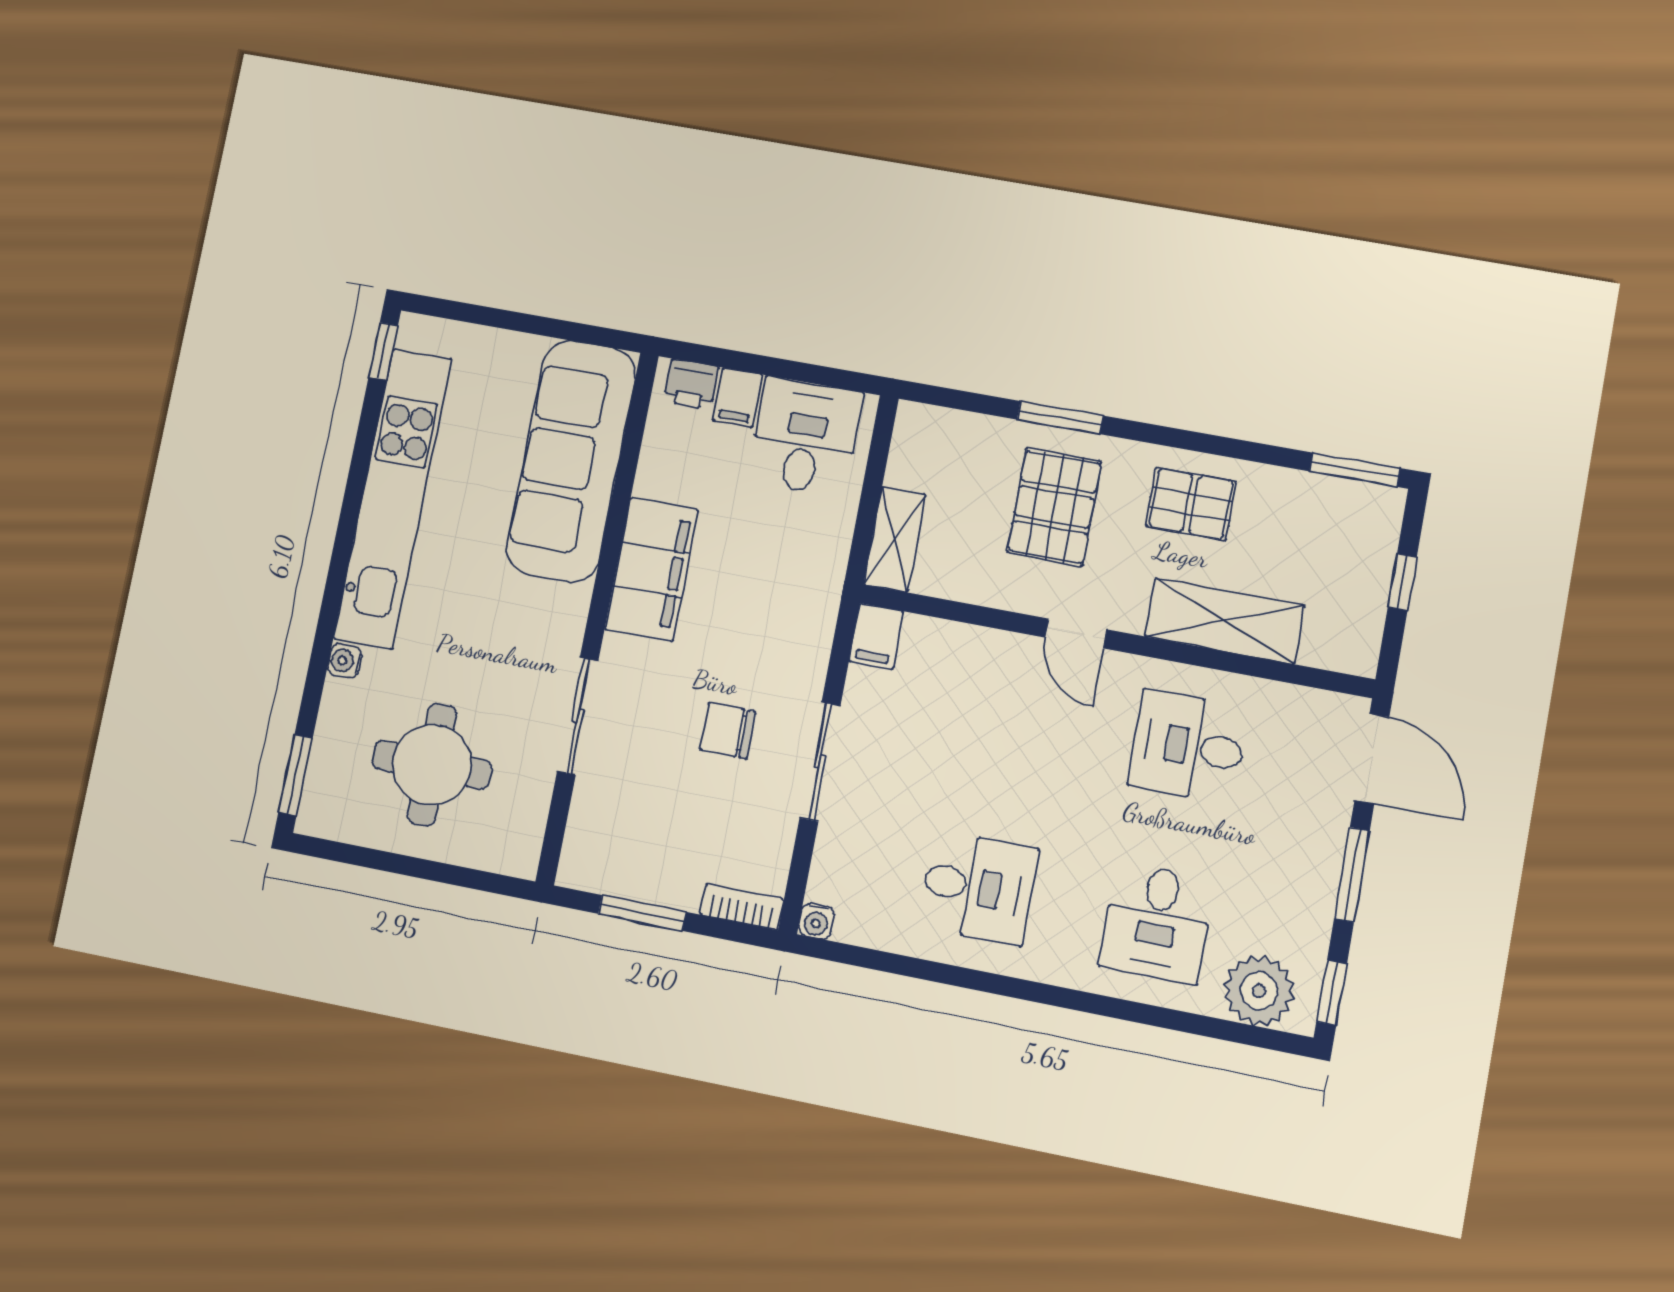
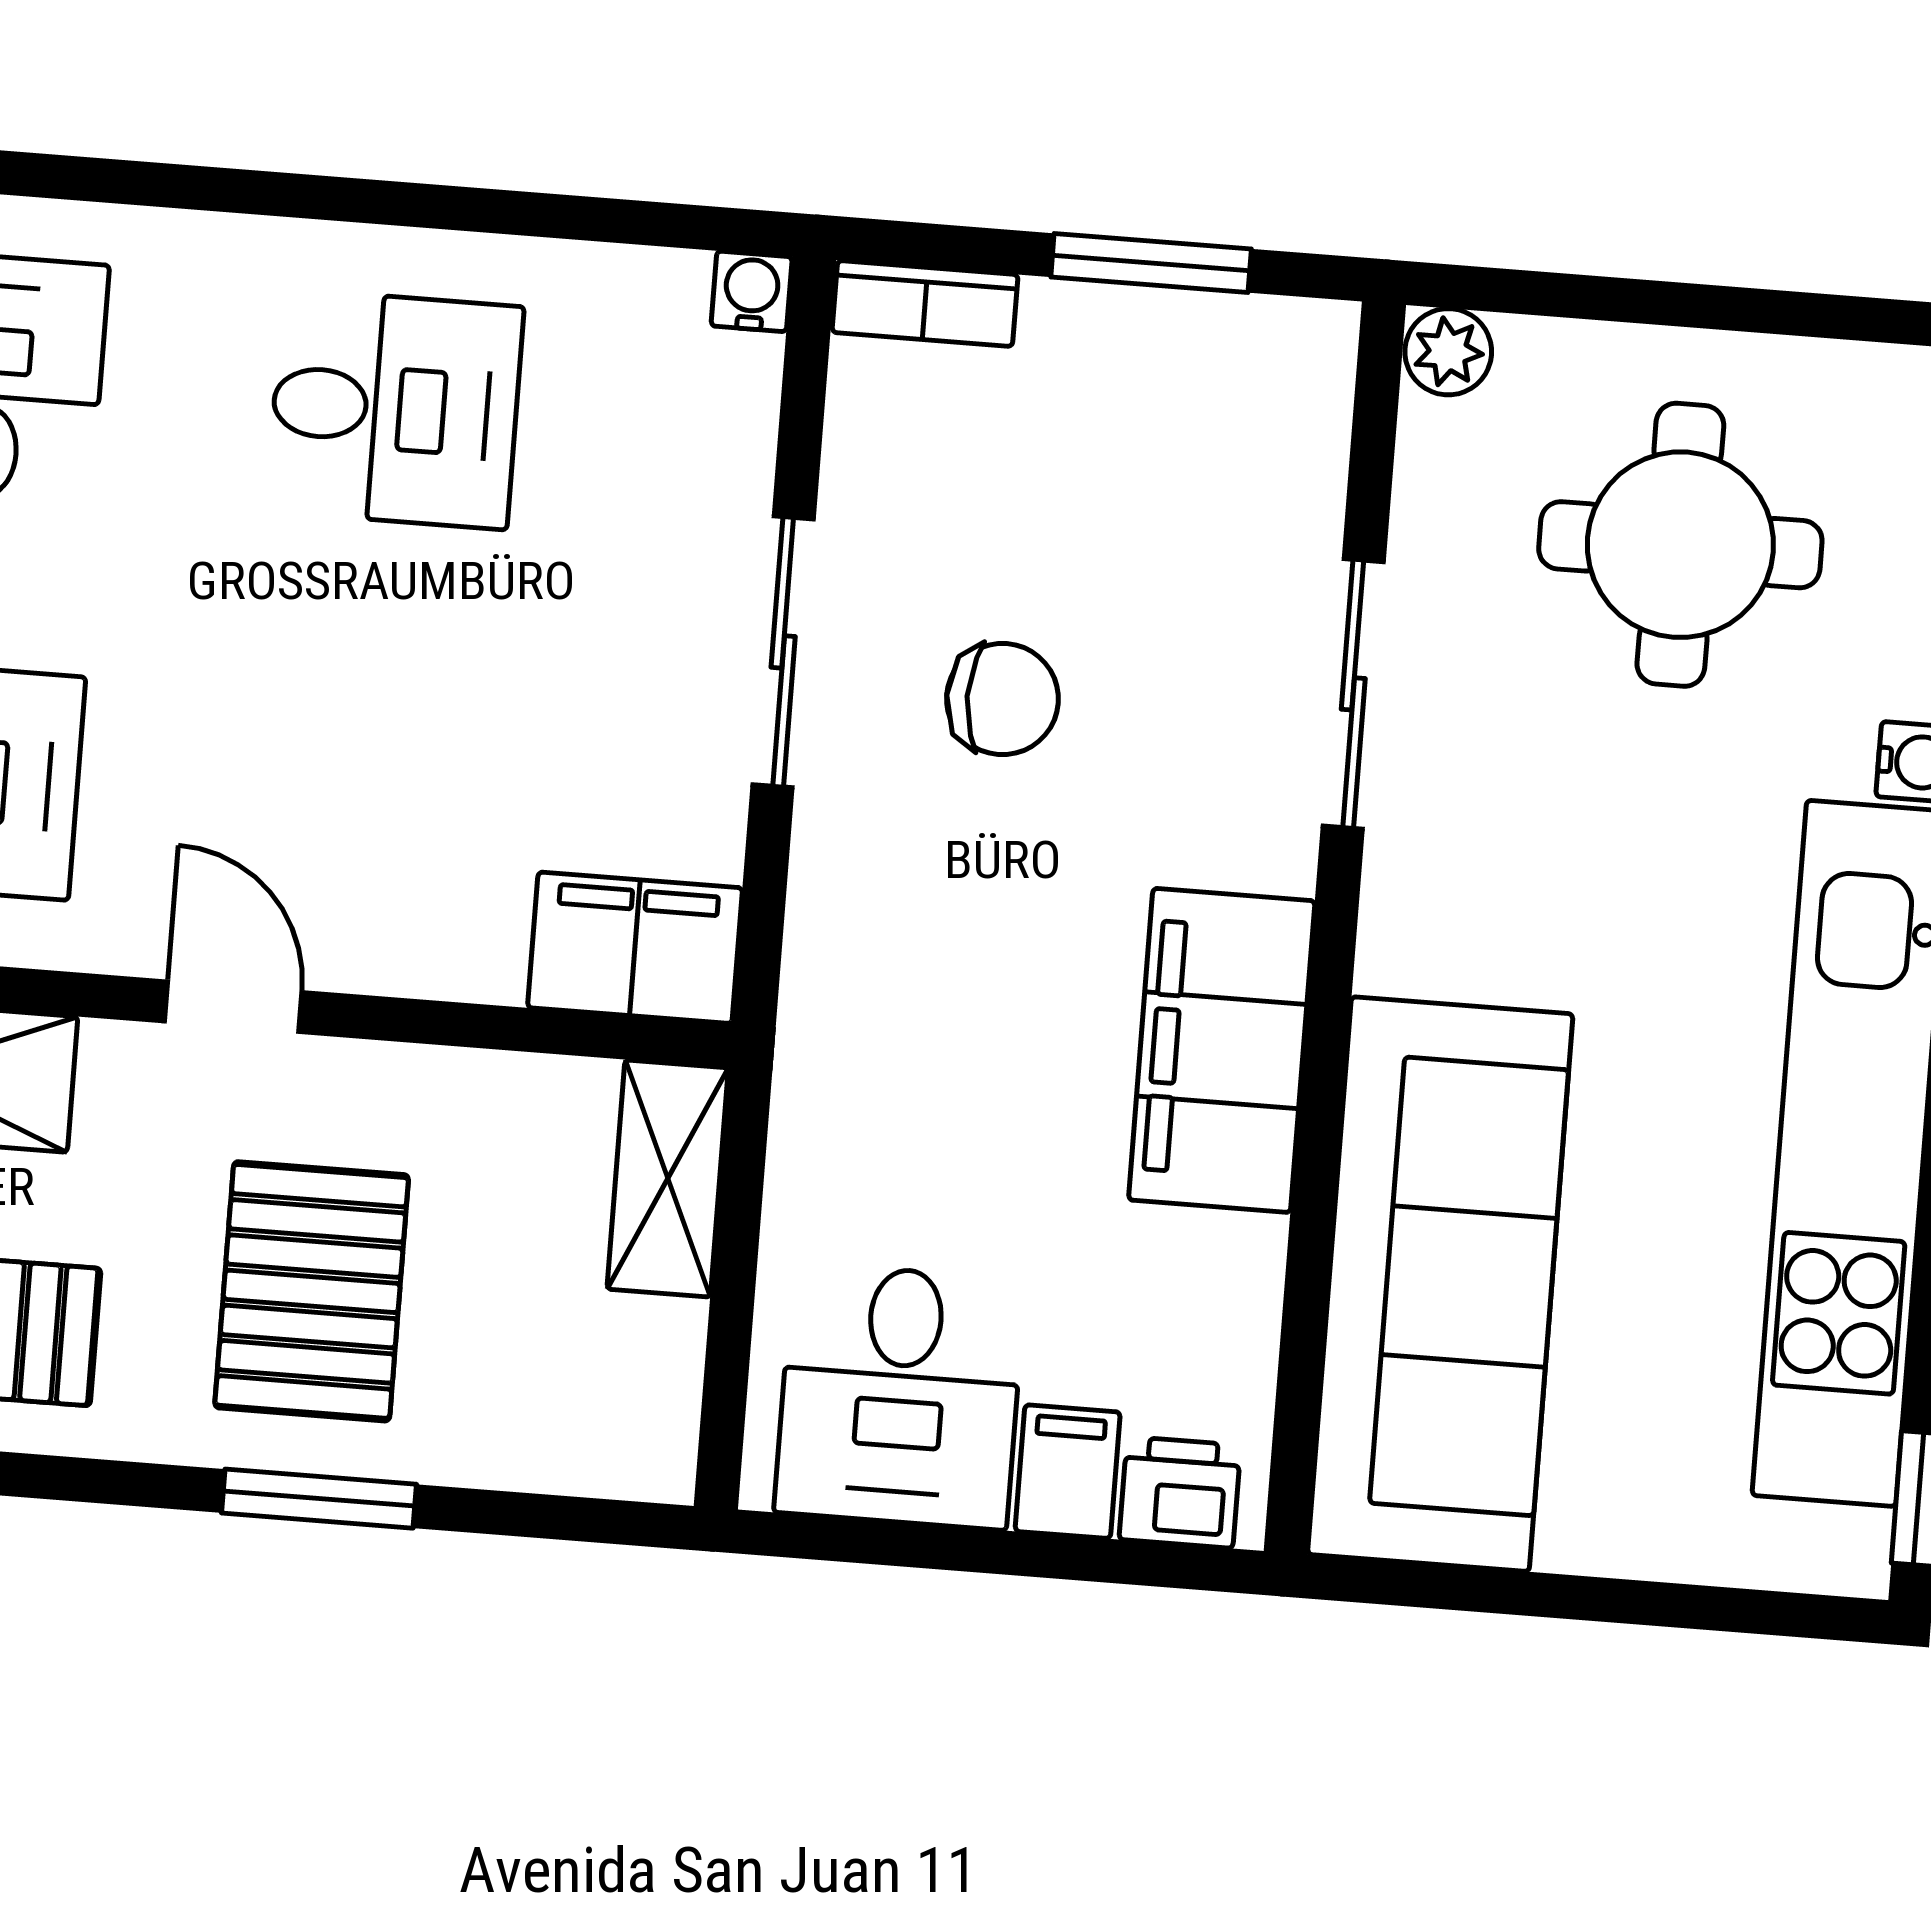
filing cabinet: (876, 636) -> (635, 948), width x2.00
plant: (520, 859) -> (1448, 352), added
desk: (978, 887) -> (395, 409), turned 180

